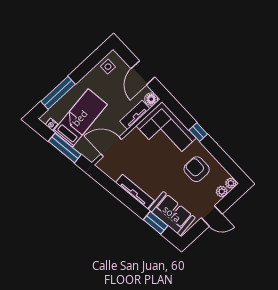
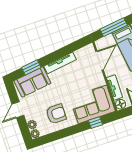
window: (198, 132) -> (96, 122), moved

